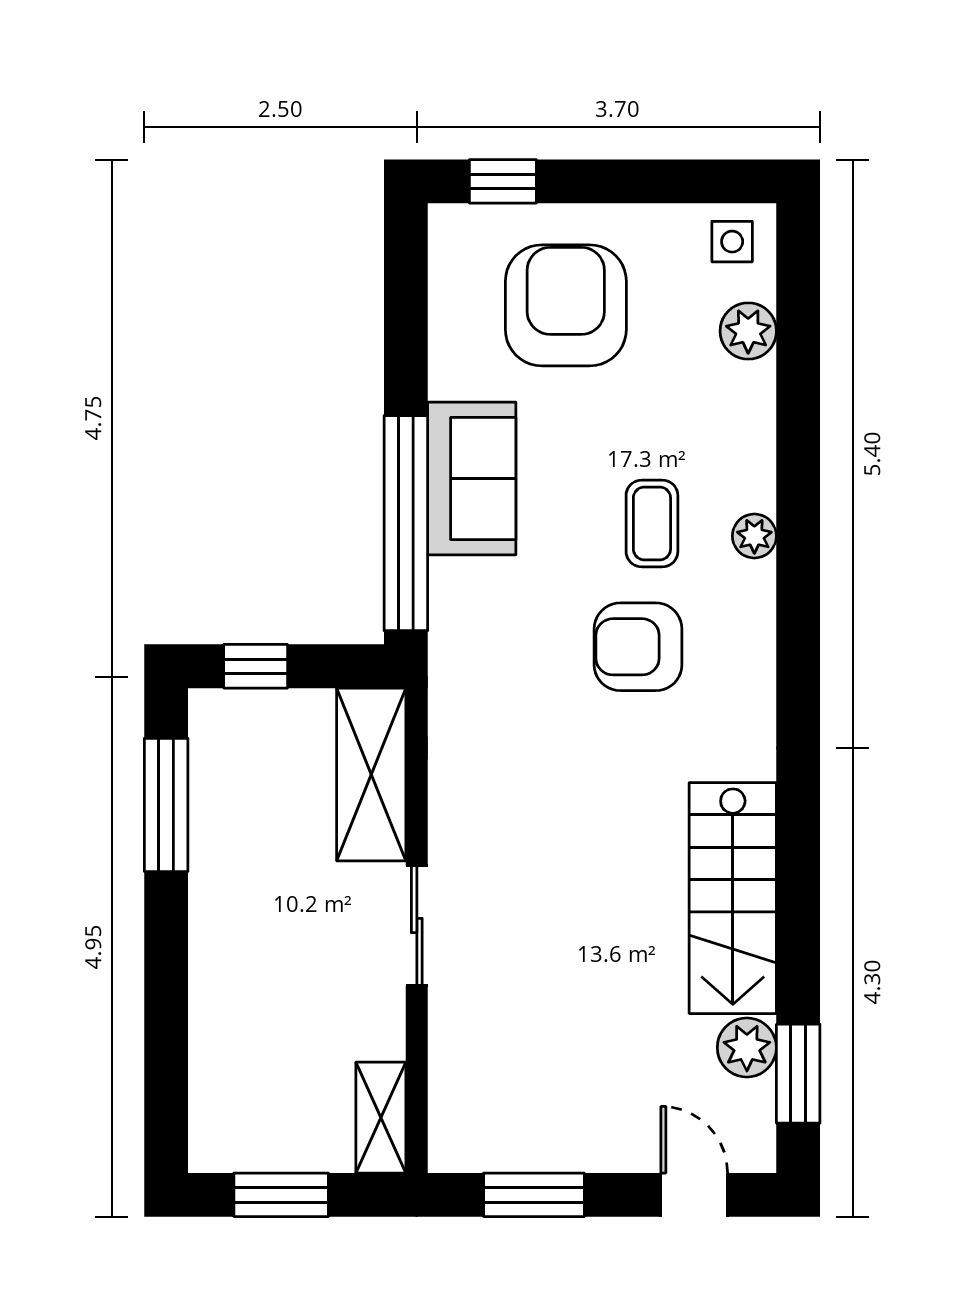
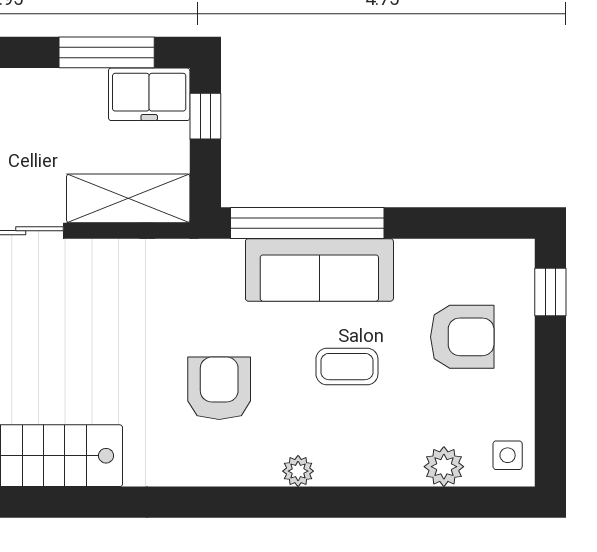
armchair: (566, 305) -> (462, 337), width x0.73, depth x0.73
sofa: (472, 478) -> (319, 270), width x1.36
coffee table: (652, 523) -> (347, 367), moved
freezer: (225, 745) -> (149, 94), added

